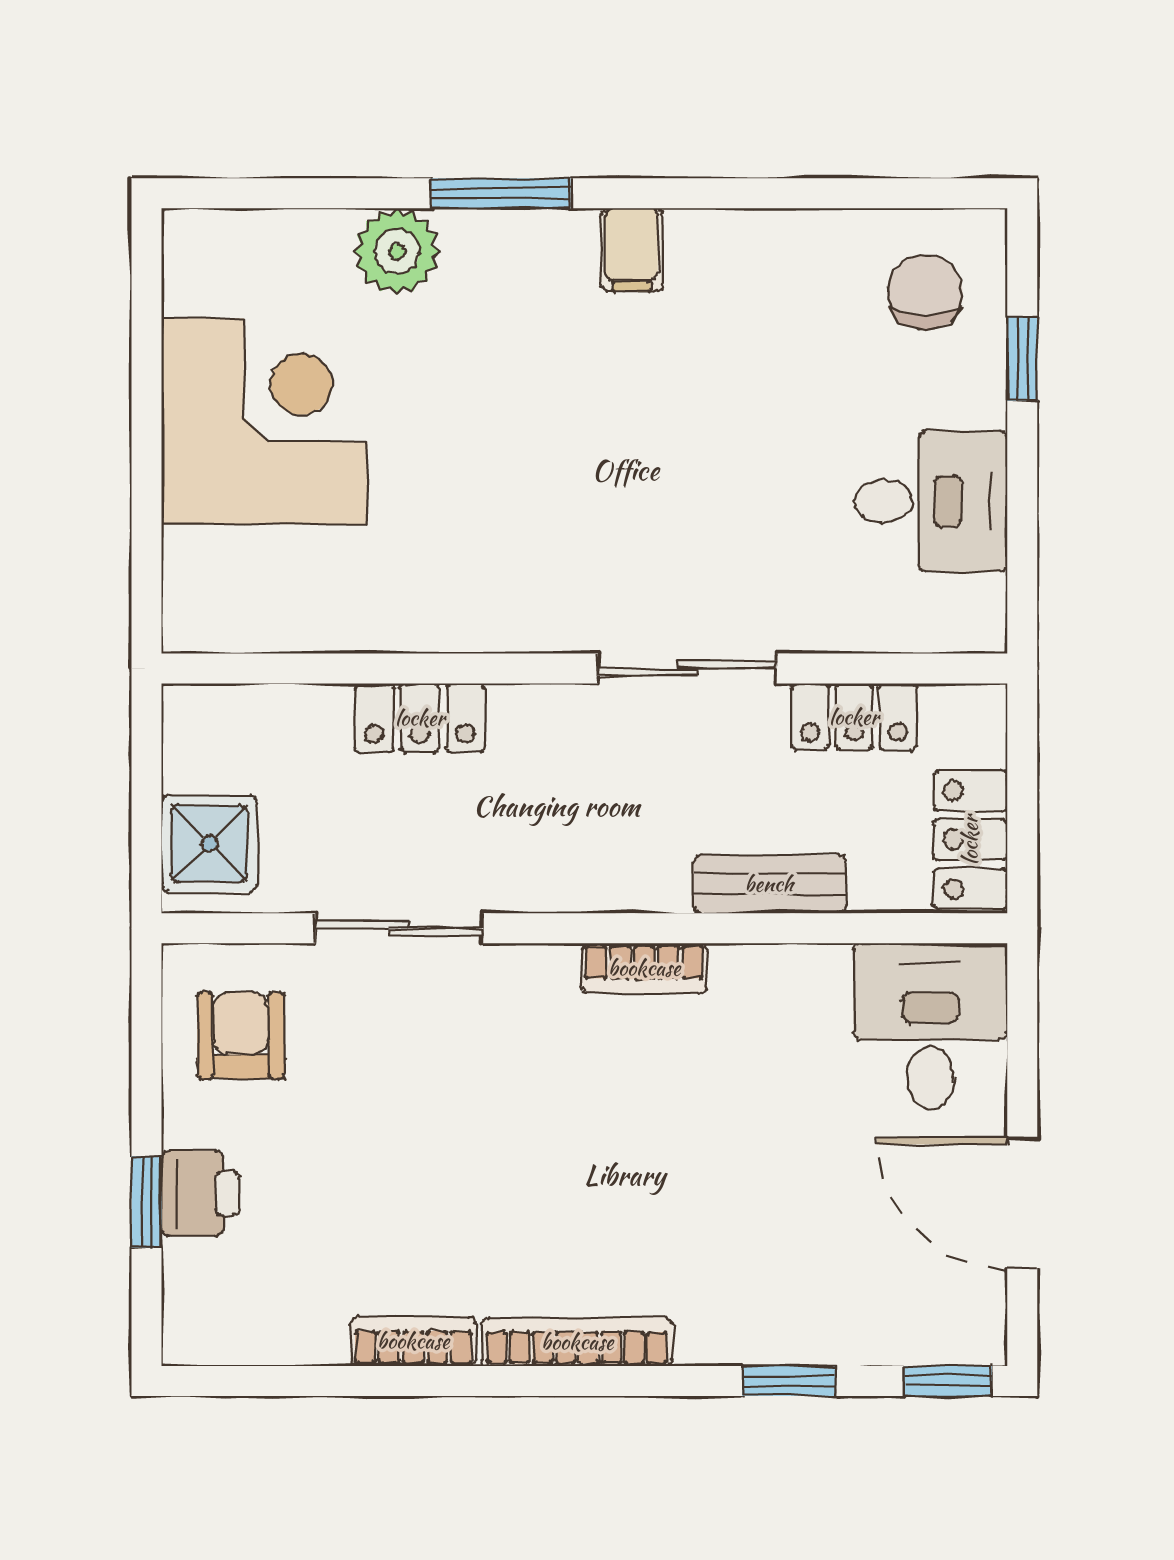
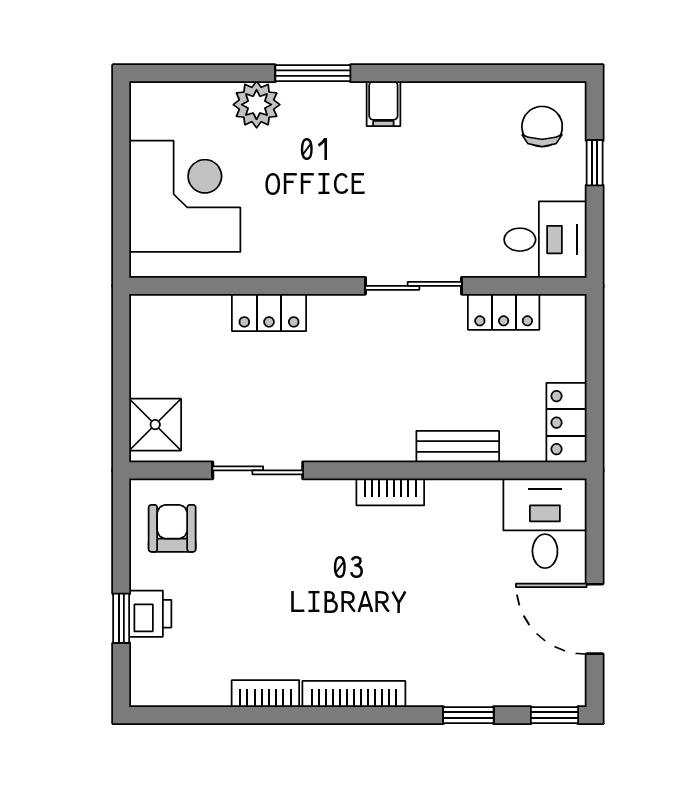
wall: (584, 668) -> (358, 286), moved
sliding door: (687, 668) -> (413, 286), moved
locker: (854, 717) -> (504, 312), moved
locker: (420, 718) -> (269, 313), moved

